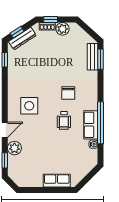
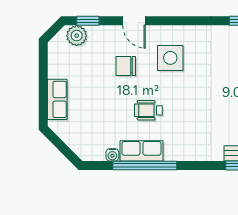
chair: (68, 93) -> (126, 66), moved
plant: (14, 148) -> (77, 36), moved

